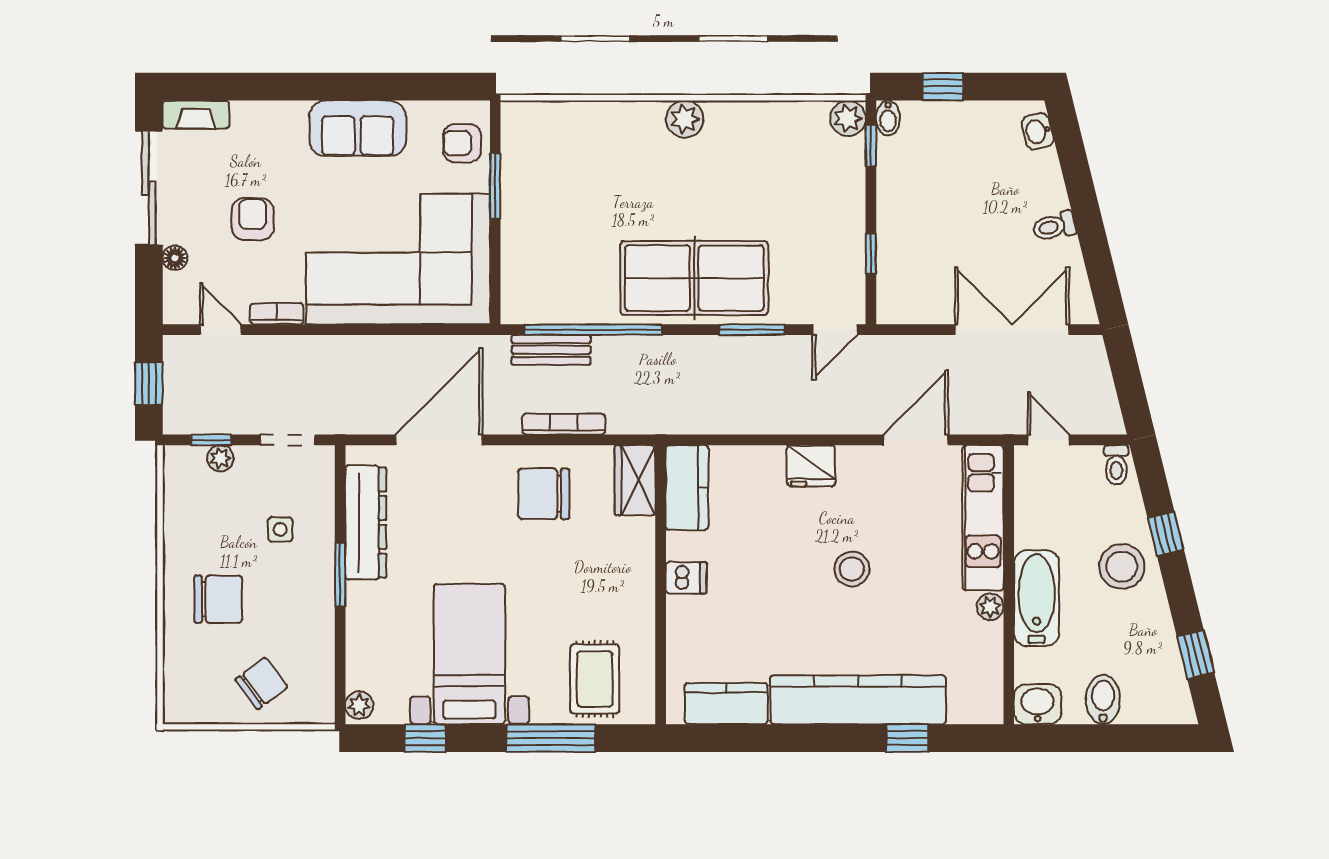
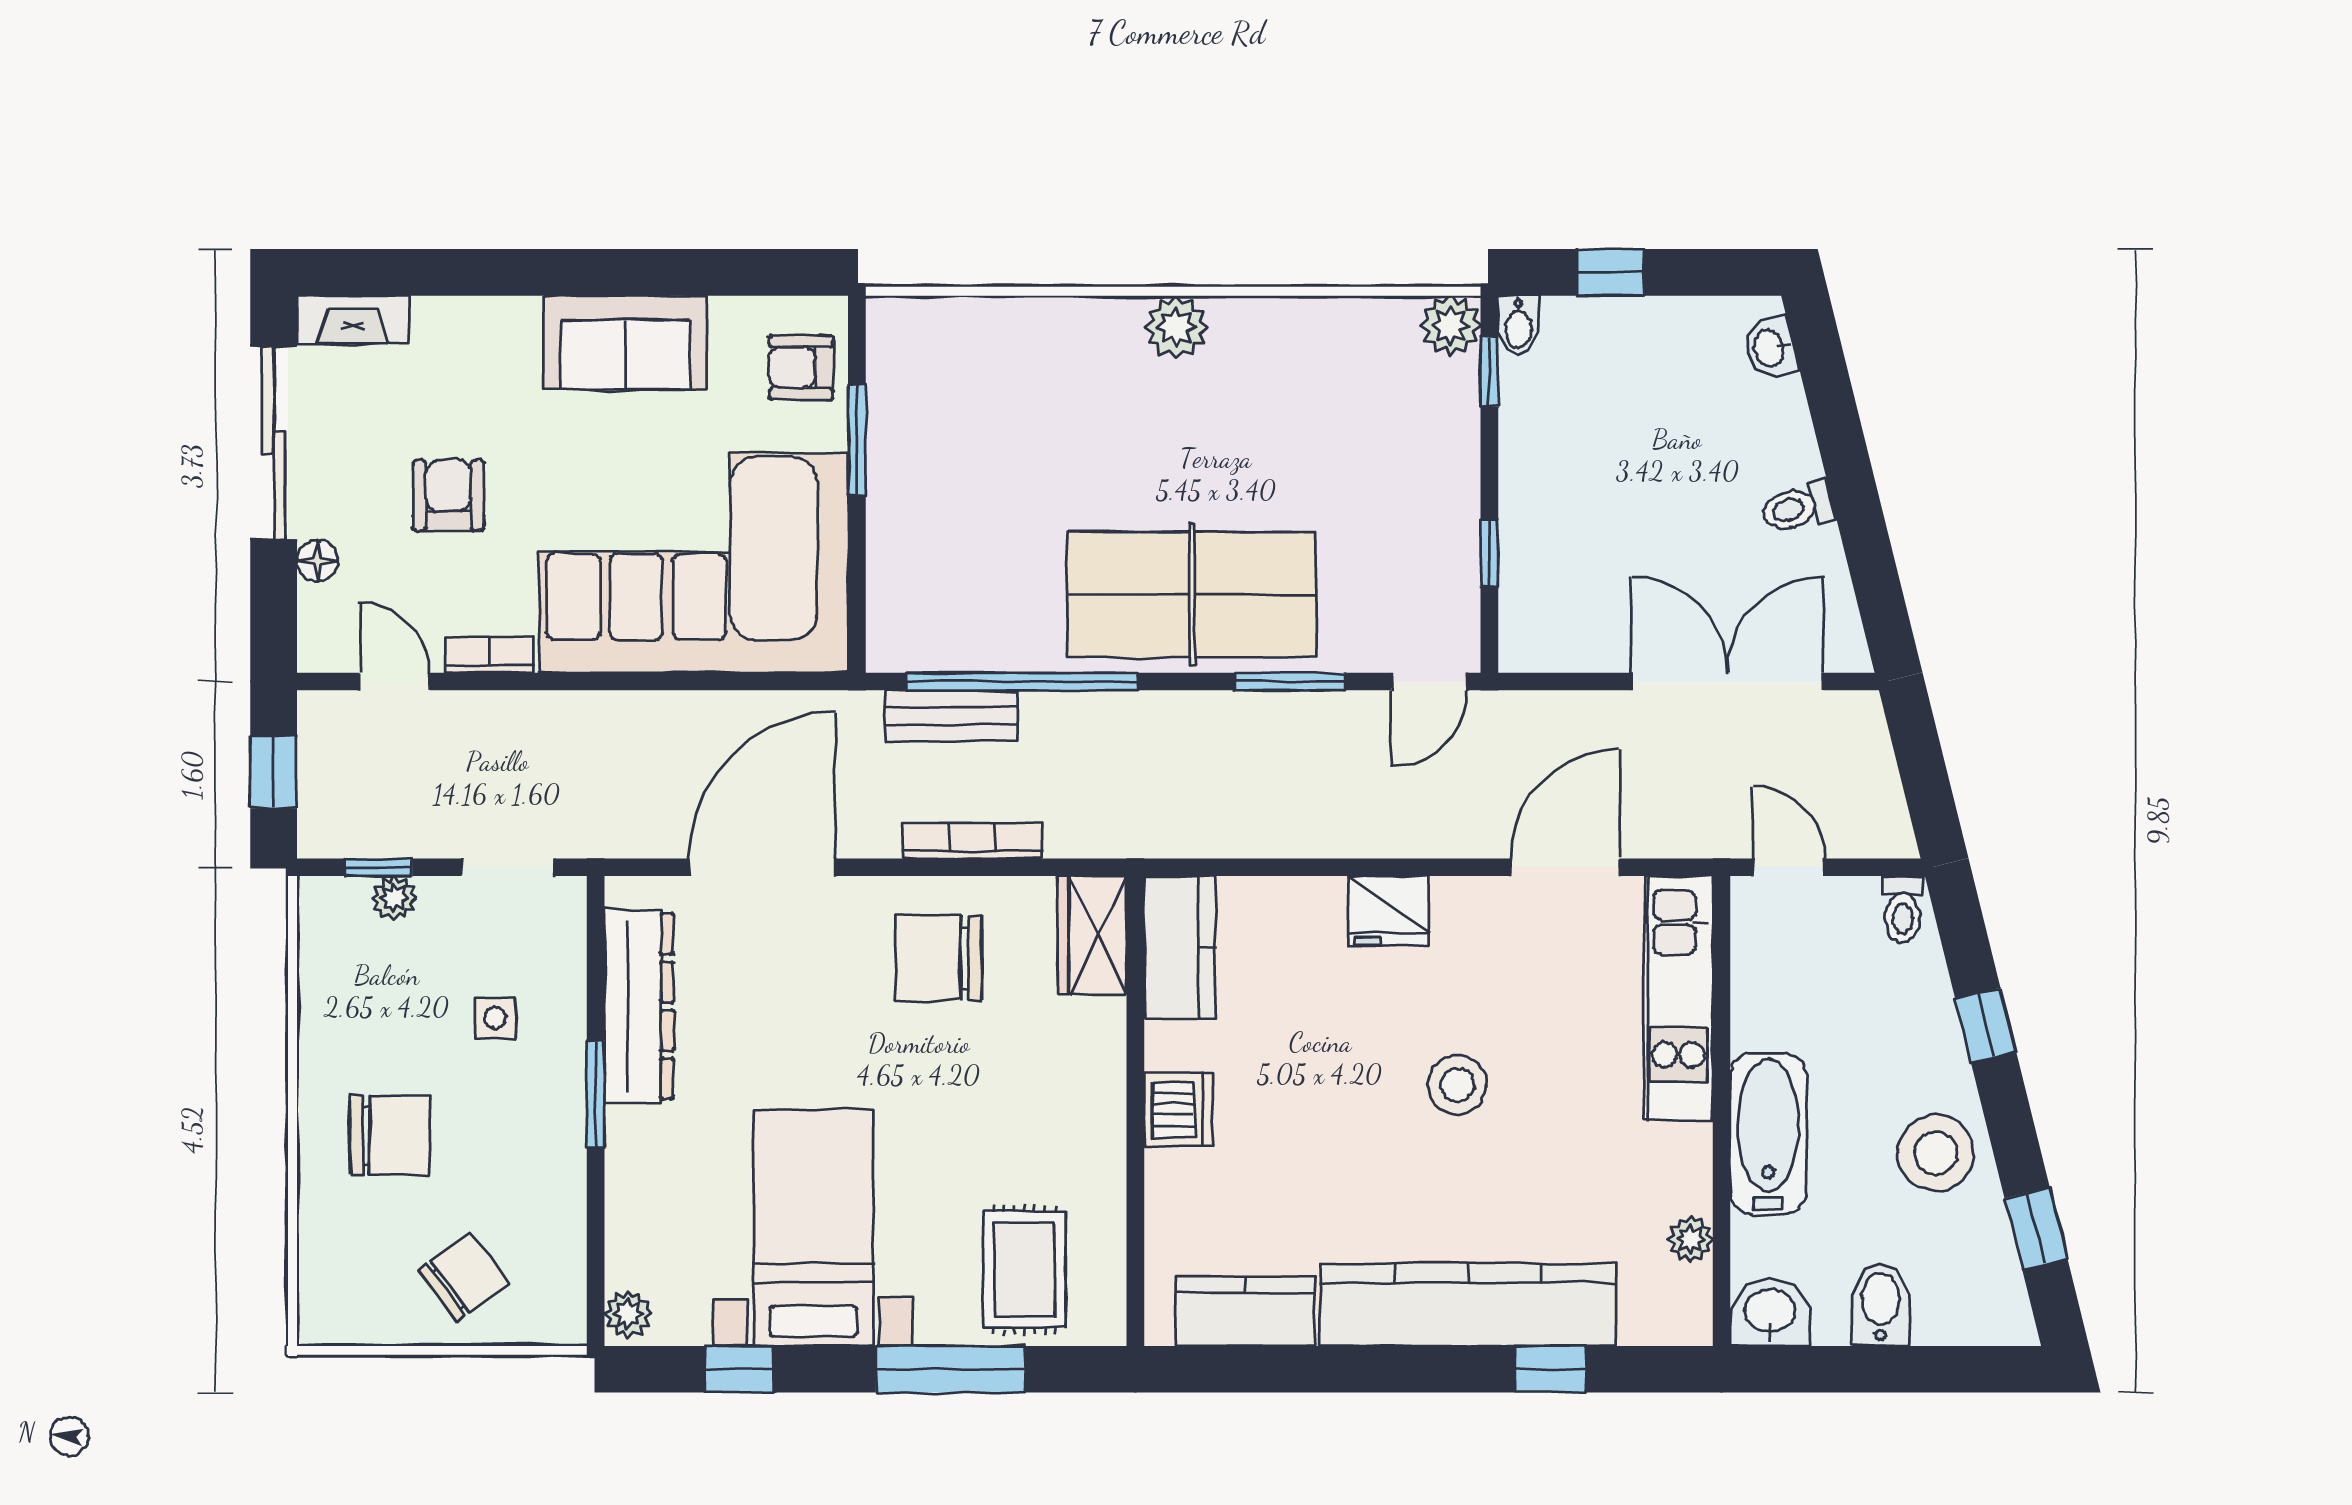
stool: (1122, 566) -> (1936, 1153), moved
dishwasher: (686, 578) -> (1178, 1109), width x1.38
plant: (990, 607) -> (1690, 1239), moved

